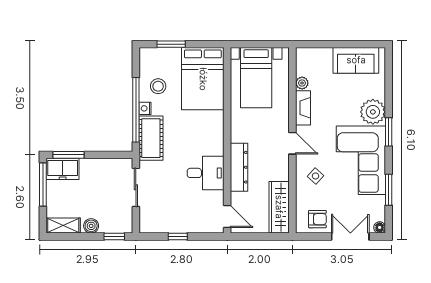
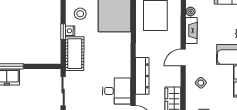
window: (136, 110) -> (63, 32), width x0.32
door: (292, 143) -> (183, 58), swing flipped
desk: (206, 173) -> (117, 91), moved

